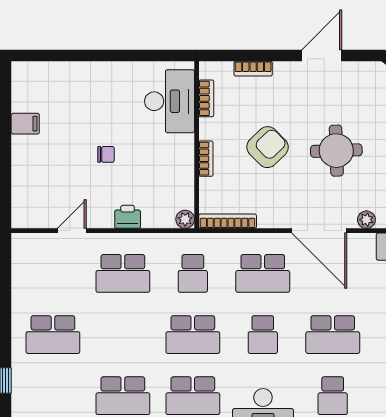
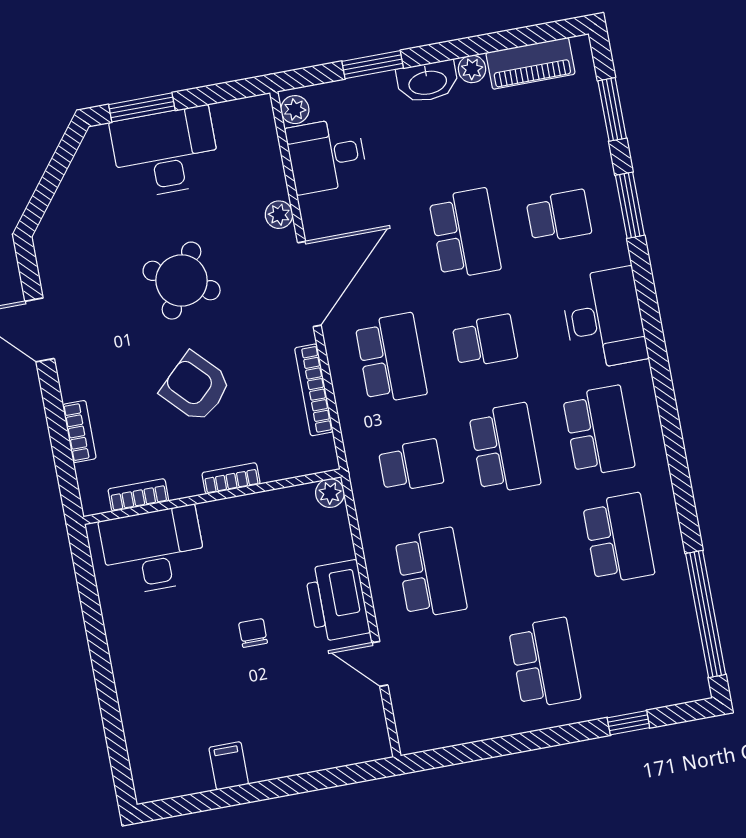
round table: (336, 151) -> (182, 281), turned 31
printer: (128, 217) -> (337, 601), width x1.87, depth x1.48
bookcase: (228, 221) -> (314, 390), moved

